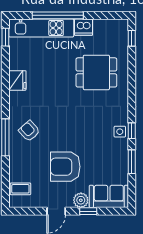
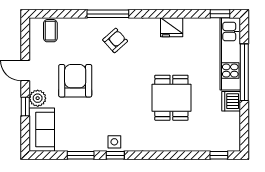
dining table: (96, 72) -> (171, 98), moved

